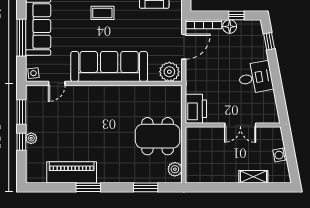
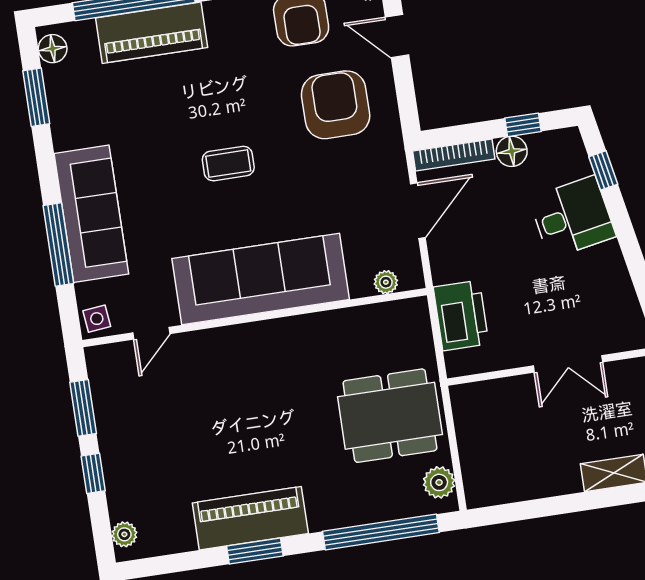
plant: (169, 72) -> (386, 282), width x0.53, depth x0.53
desk: (255, 78) -> (572, 217), moved
printer: (196, 109) -> (461, 315), moved
plant: (31, 138) -> (124, 534), moved
piano: (72, 172) -> (250, 518), moved
window: (146, 187) -> (381, 532), width x2.11

